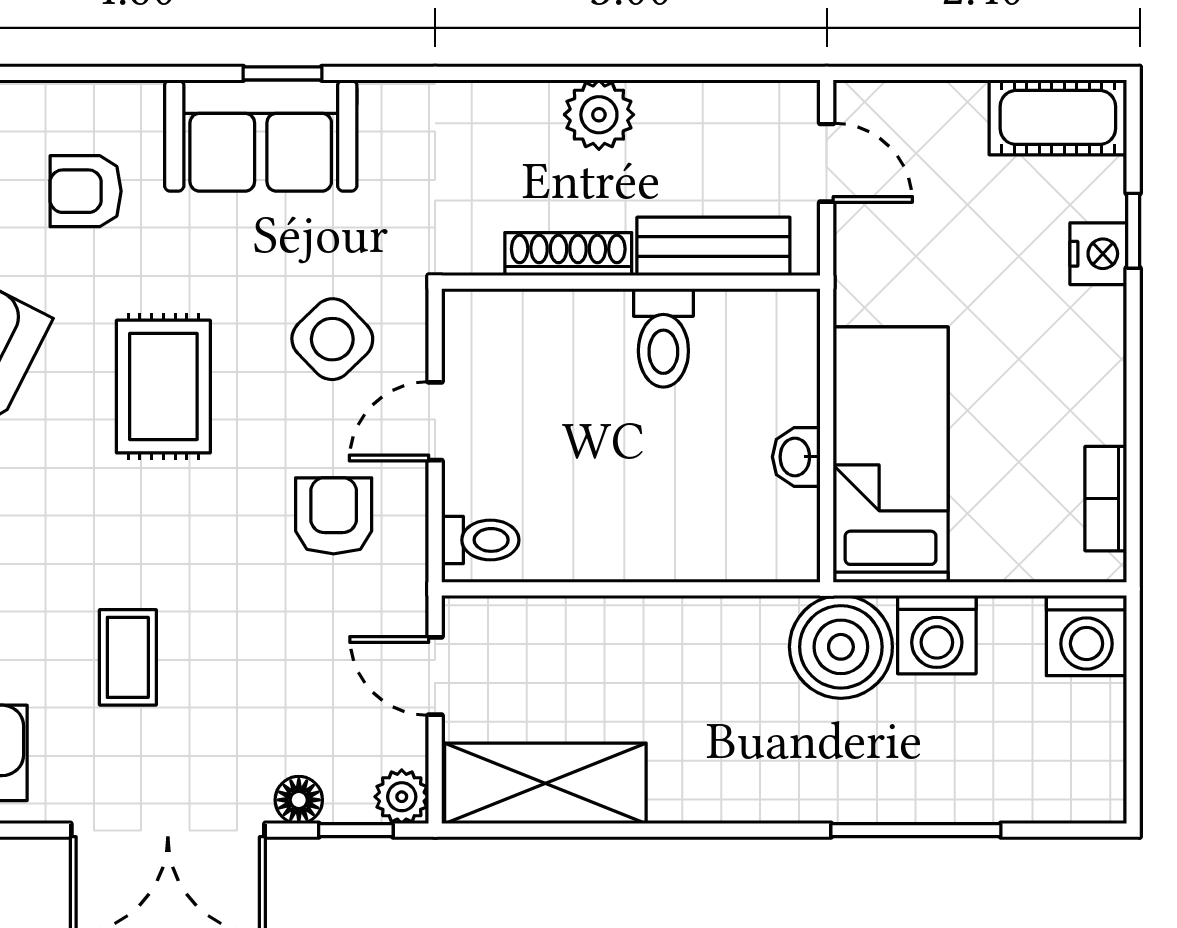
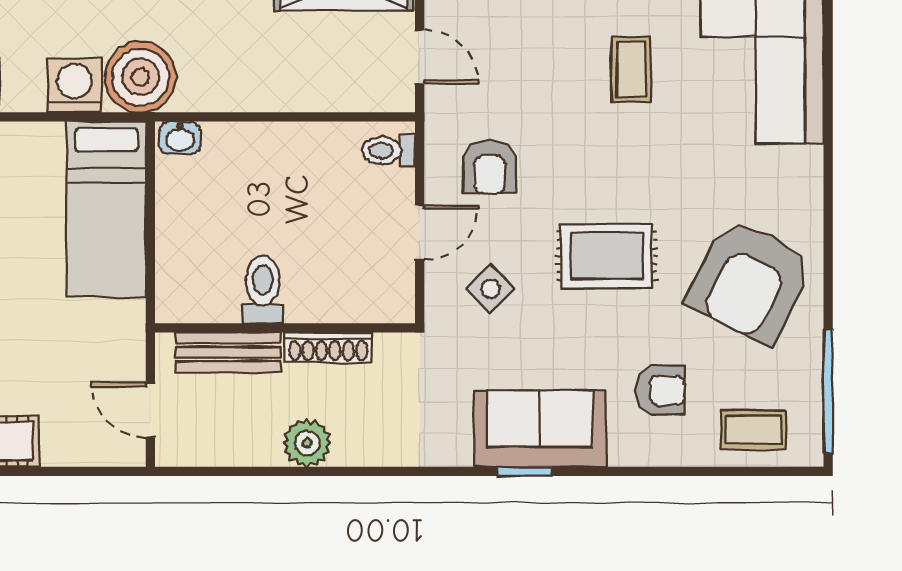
side table: (332, 339) -> (490, 289), width x0.73, depth x0.73
rug: (163, 387) -> (607, 256), turned 90
washbasin: (796, 457) -> (180, 138), moved, turned 90

